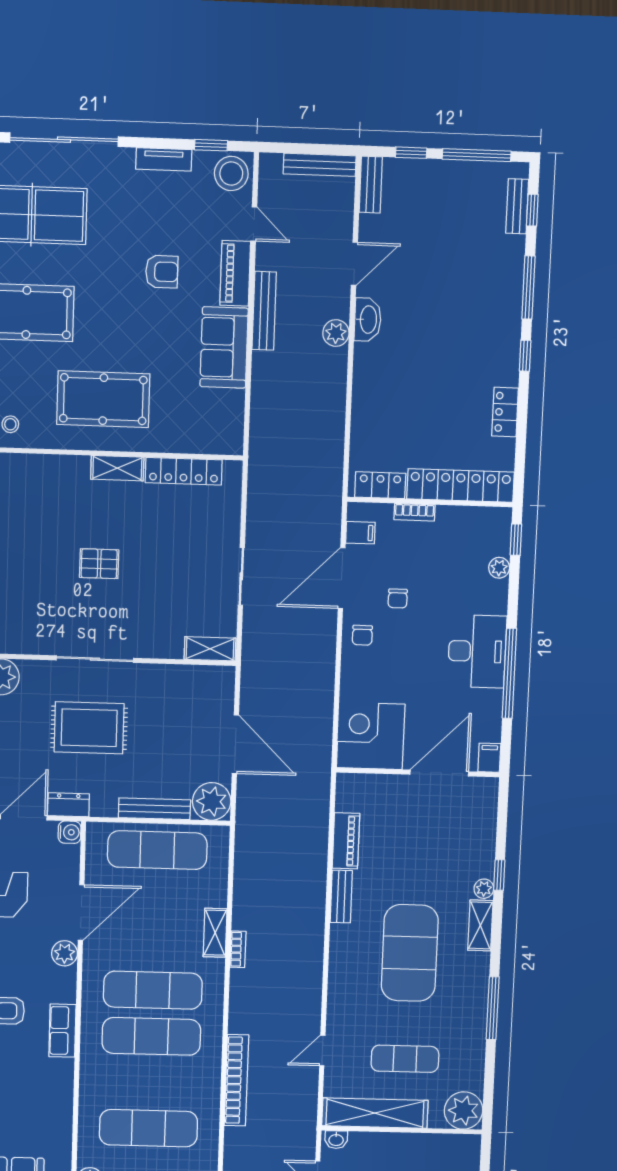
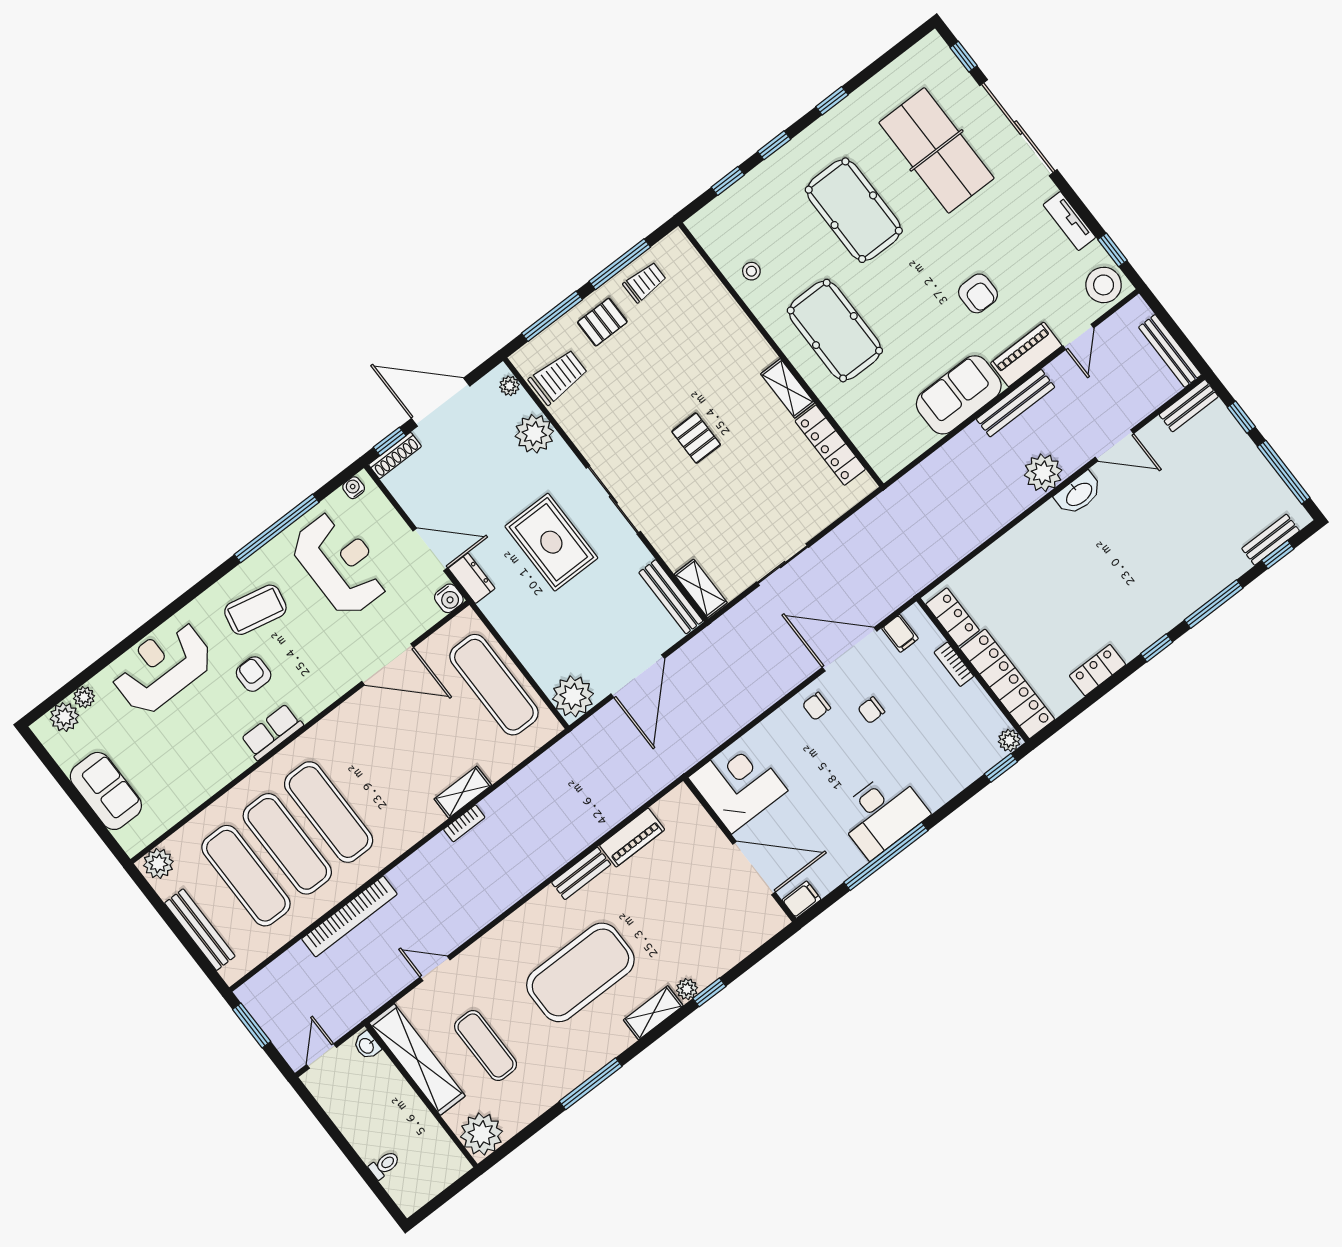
plant: (336, 333) -> (1043, 473), width x1.36, depth x1.36
plant: (499, 568) -> (1009, 740), moved
bench: (154, 809) -> (671, 597), moved
plant: (65, 953) -> (341, 679), removed
exercise mat: (153, 990) -> (287, 844), moved

